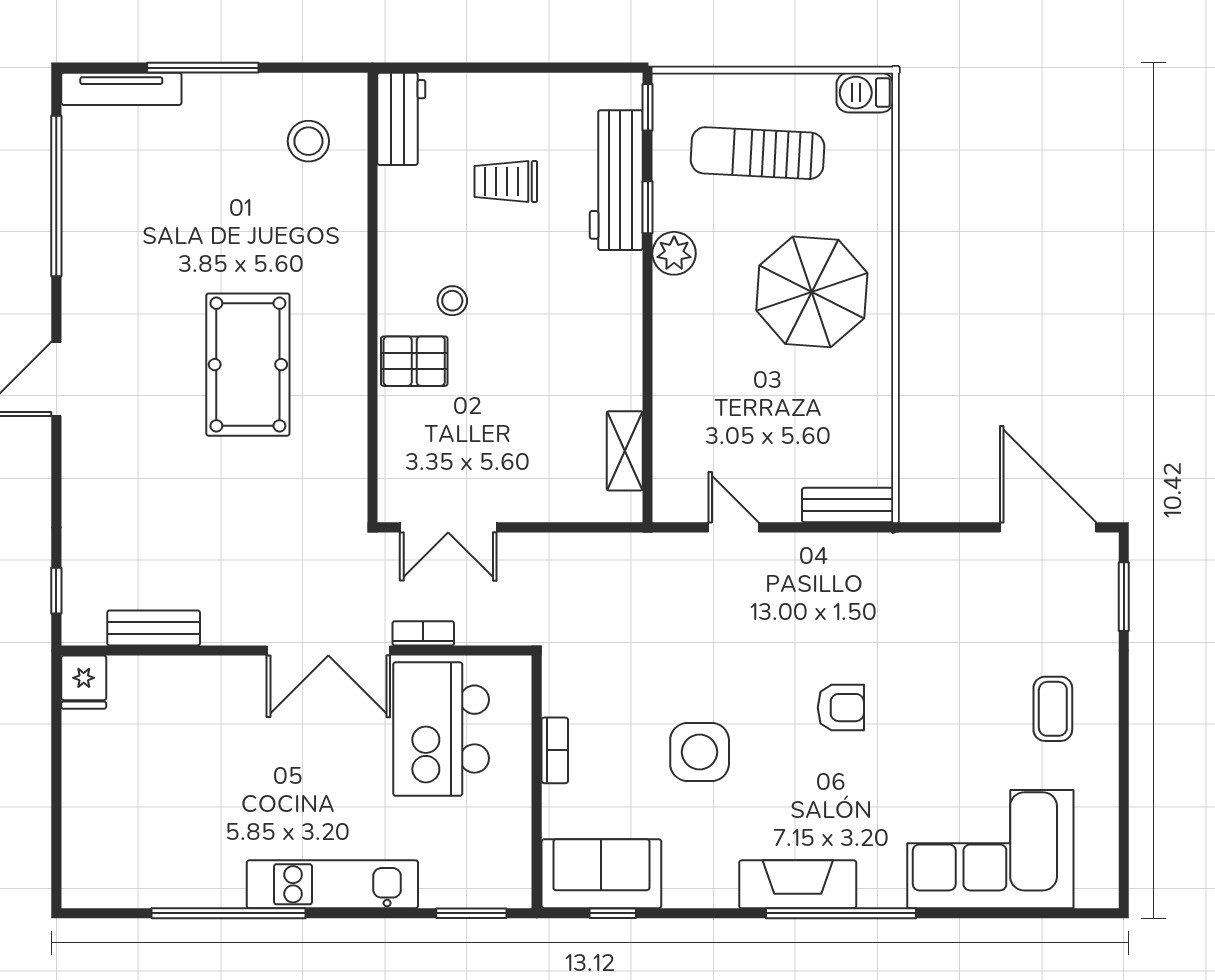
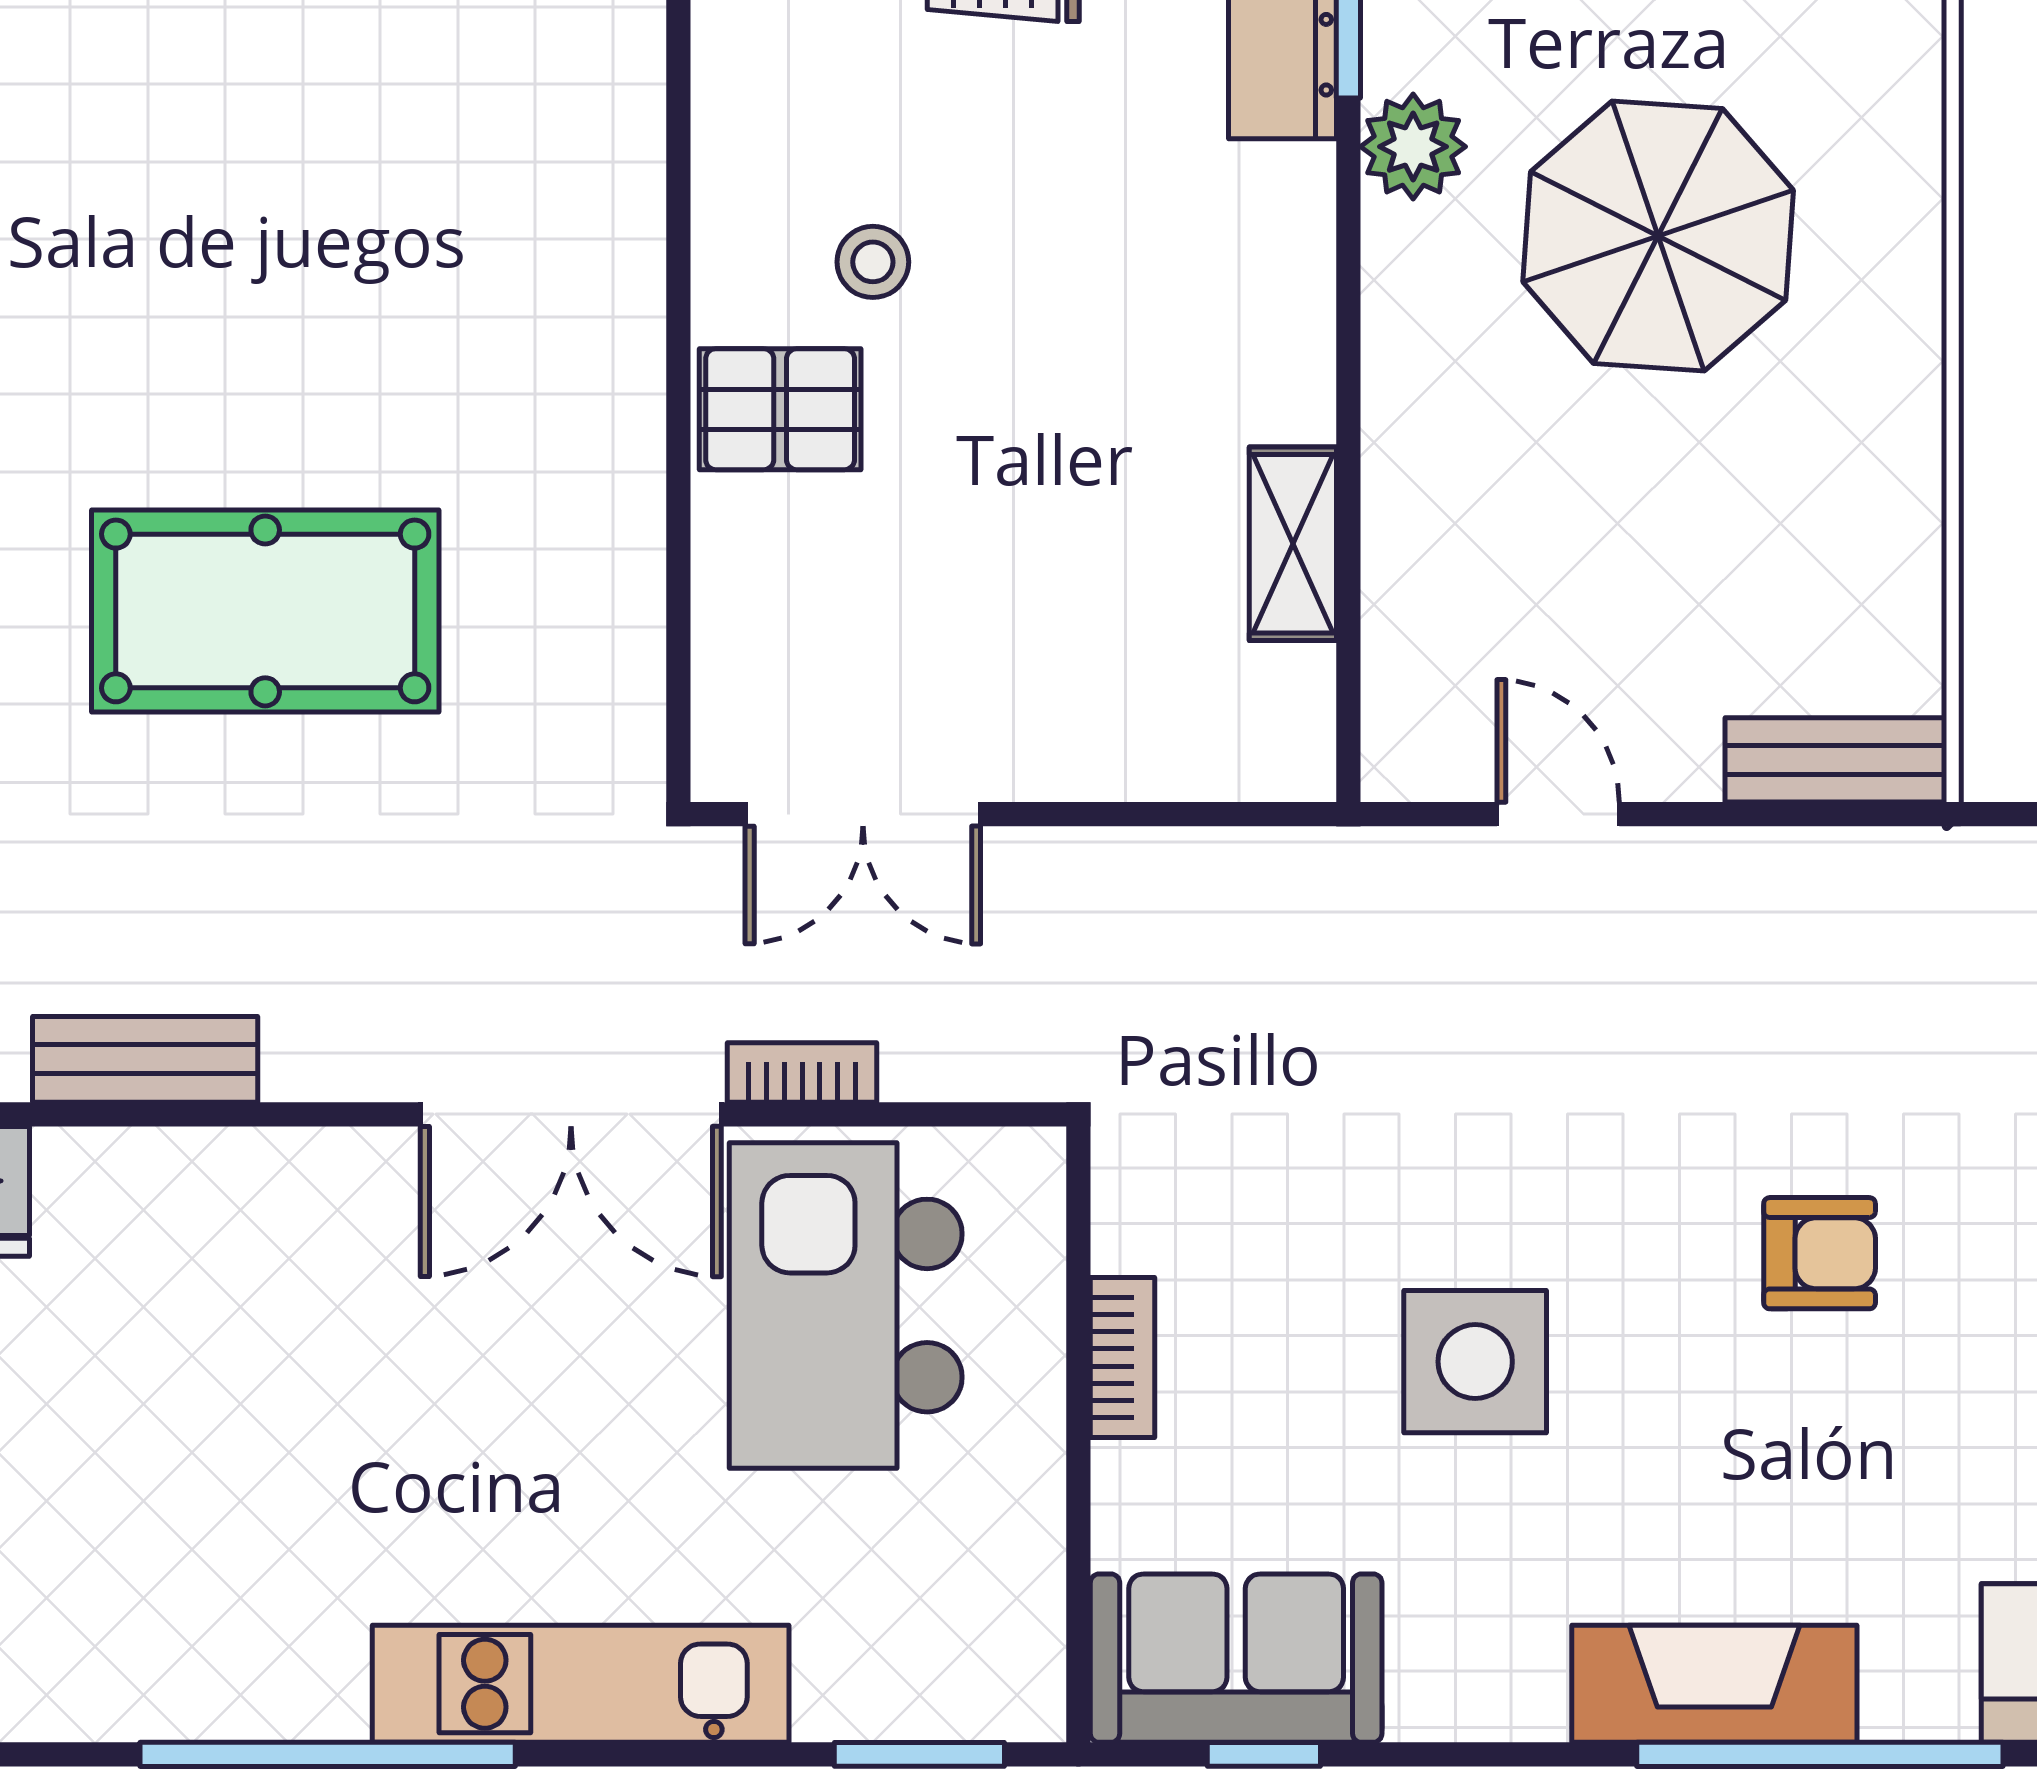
parasol: (812, 292) -> (1658, 236), moved
pool table: (248, 365) -> (265, 611), moved, turned 90
shelving: (625, 451) -> (1293, 544), moved

